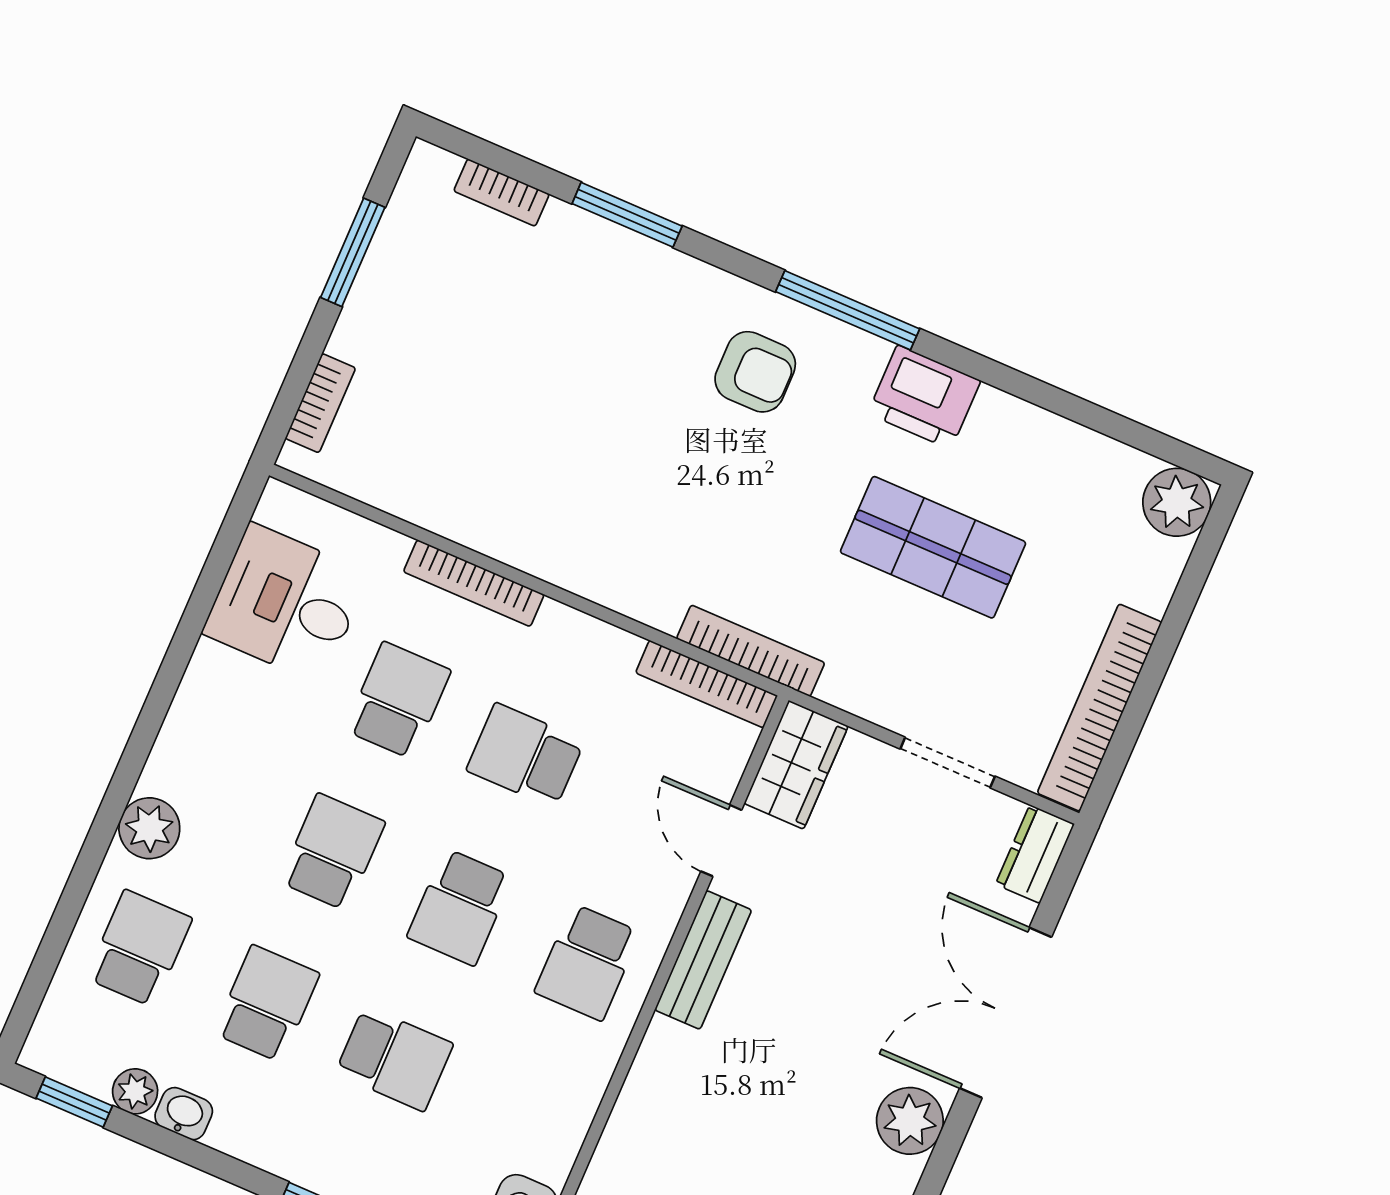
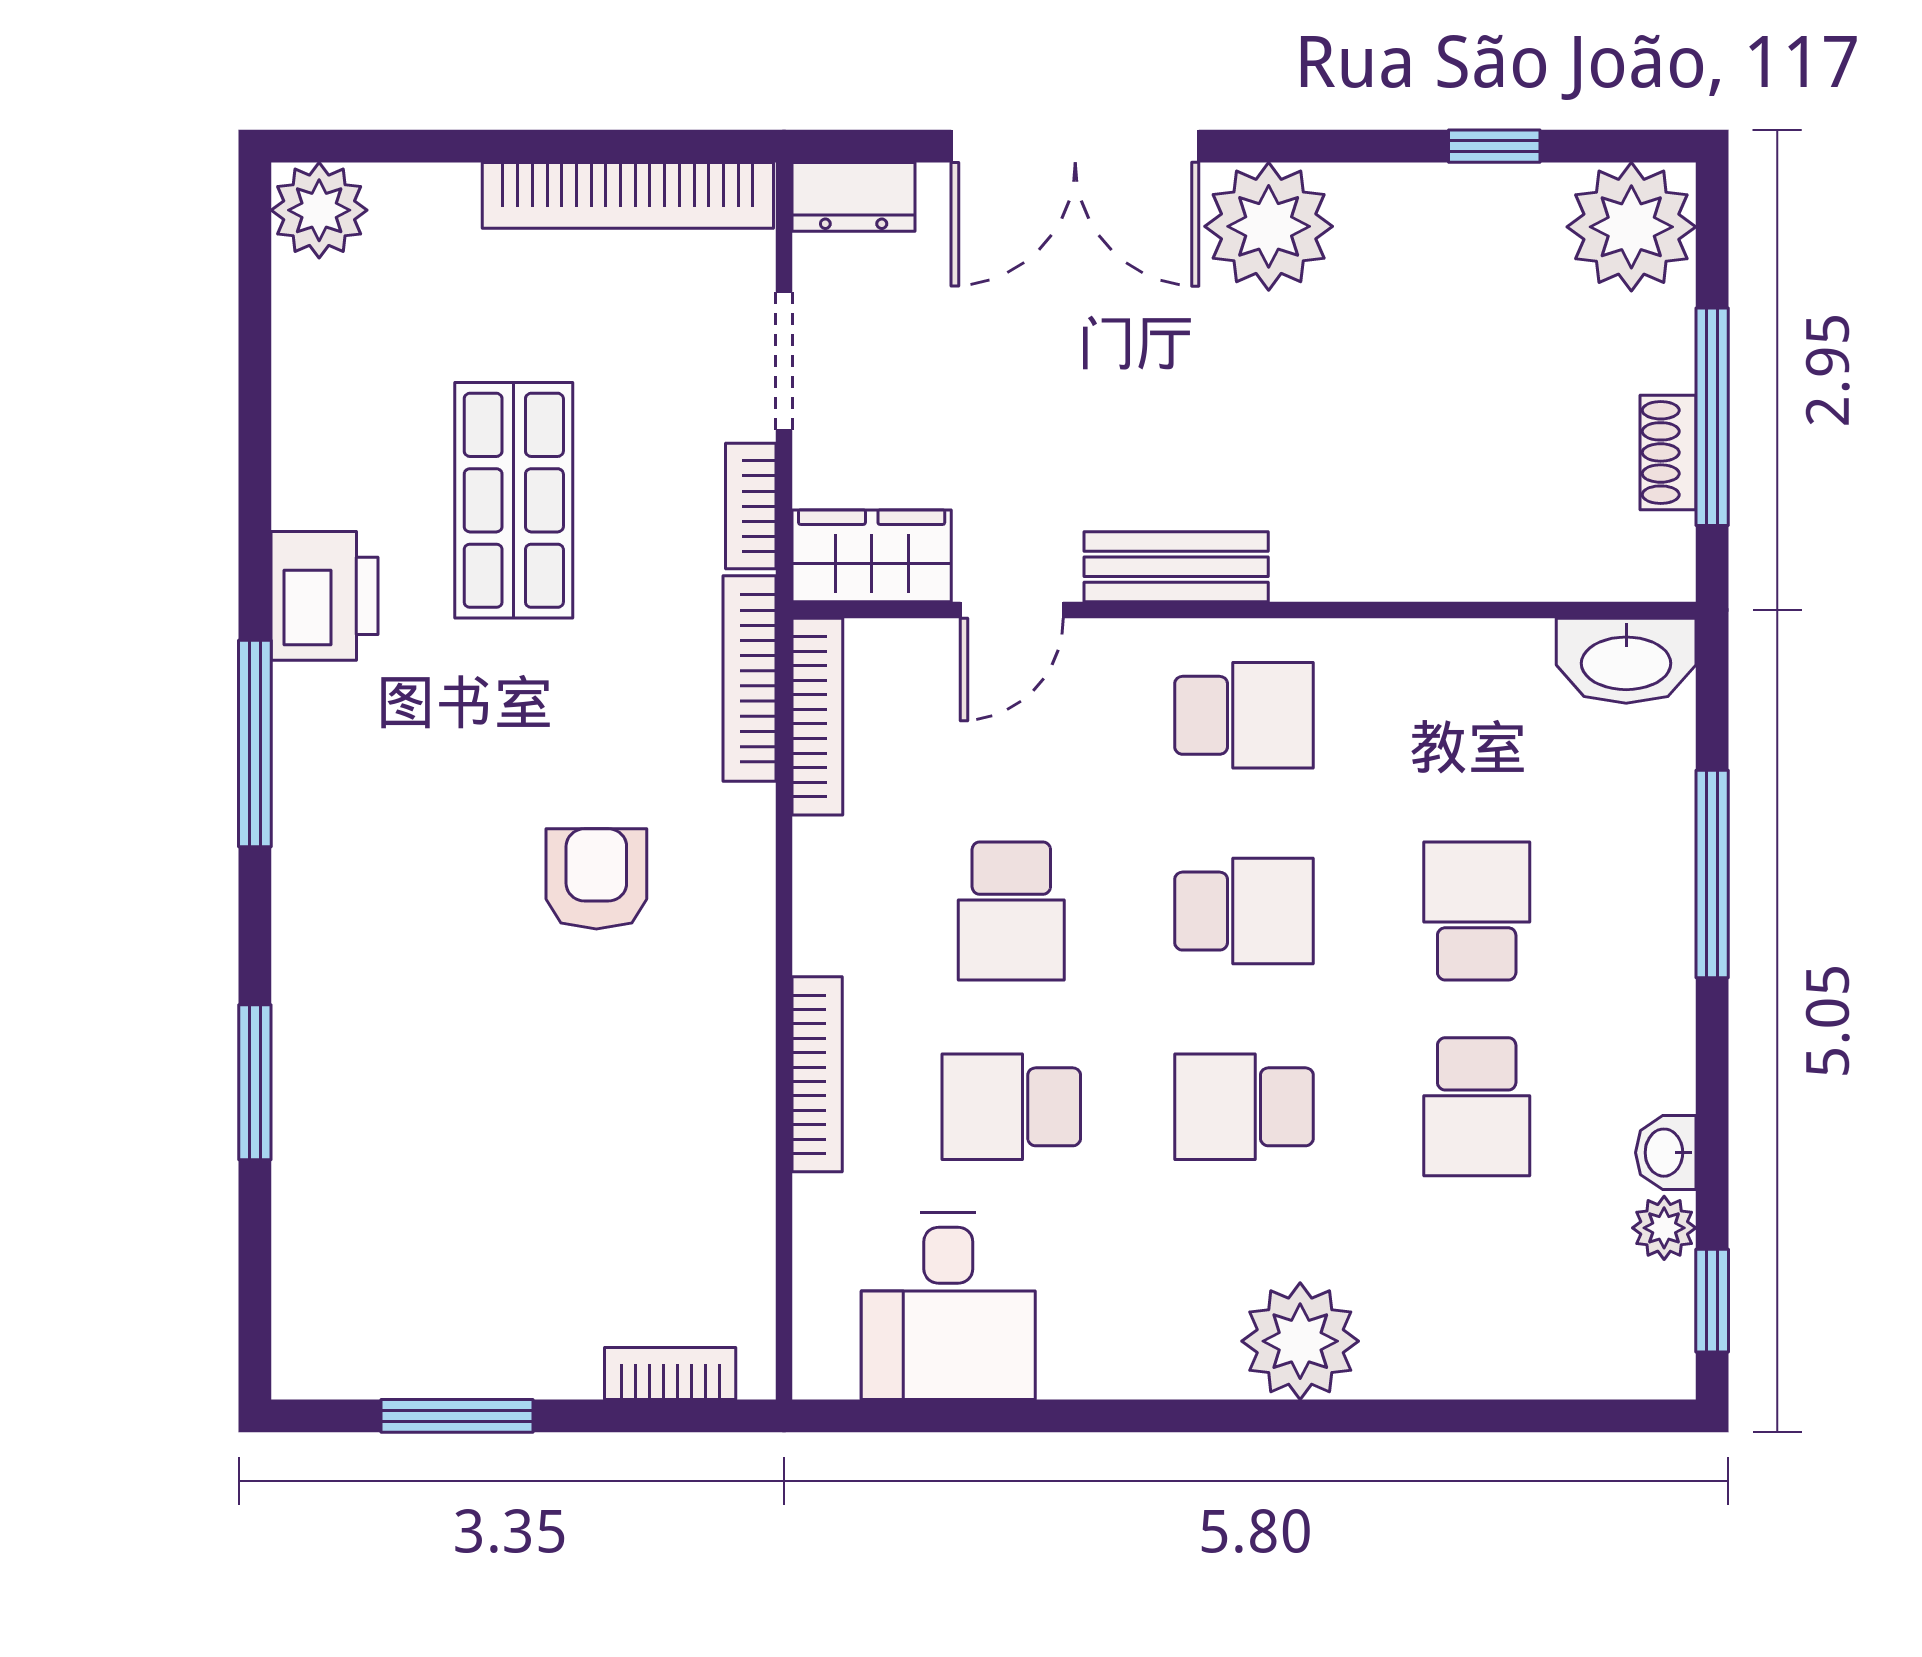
bookcase: (502, 193) -> (751, 506), moved, turned 180
armchair: (755, 372) -> (596, 879), moved
plant: (149, 828) -> (1300, 1341), width x1.36, depth x1.36
school desk: (139, 948) -> (1477, 1303), removed
school desk: (267, 1003) -> (1477, 1107), turned -90
plant: (910, 1121) -> (1269, 226), width x1.36, depth x1.36

